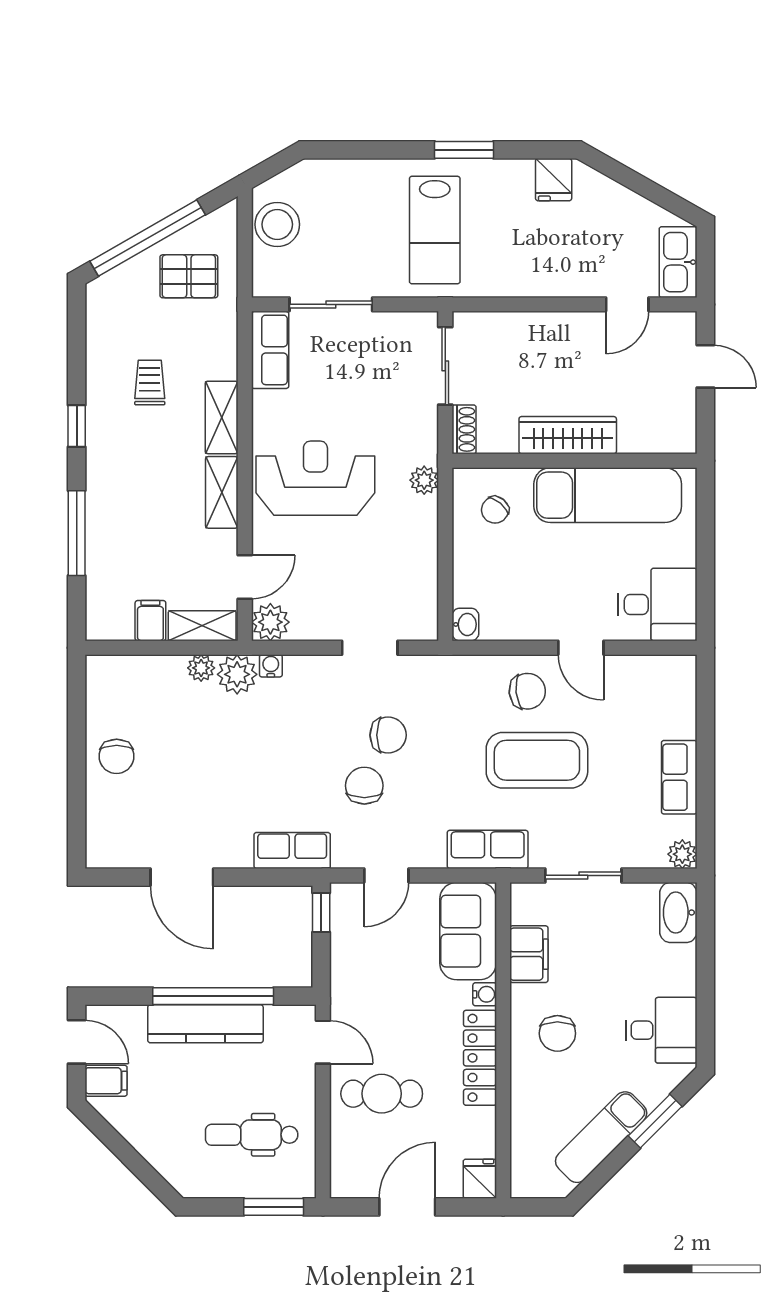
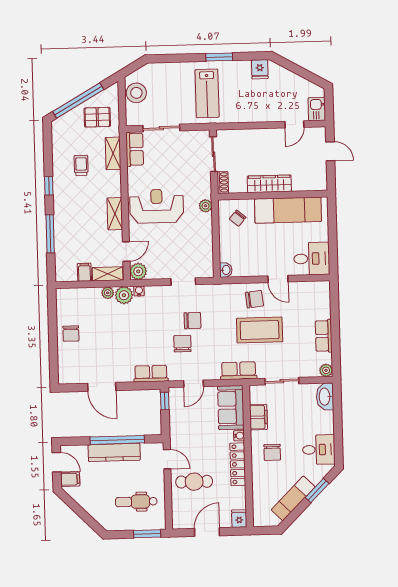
kitchen sink: (678, 262) -> (317, 109), width x0.73
shelving: (222, 417) -> (113, 153), moved

